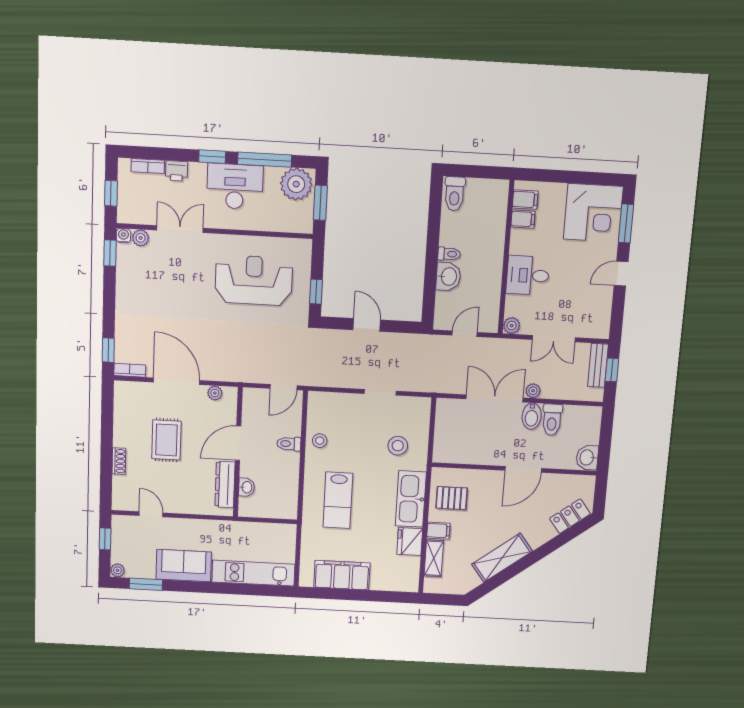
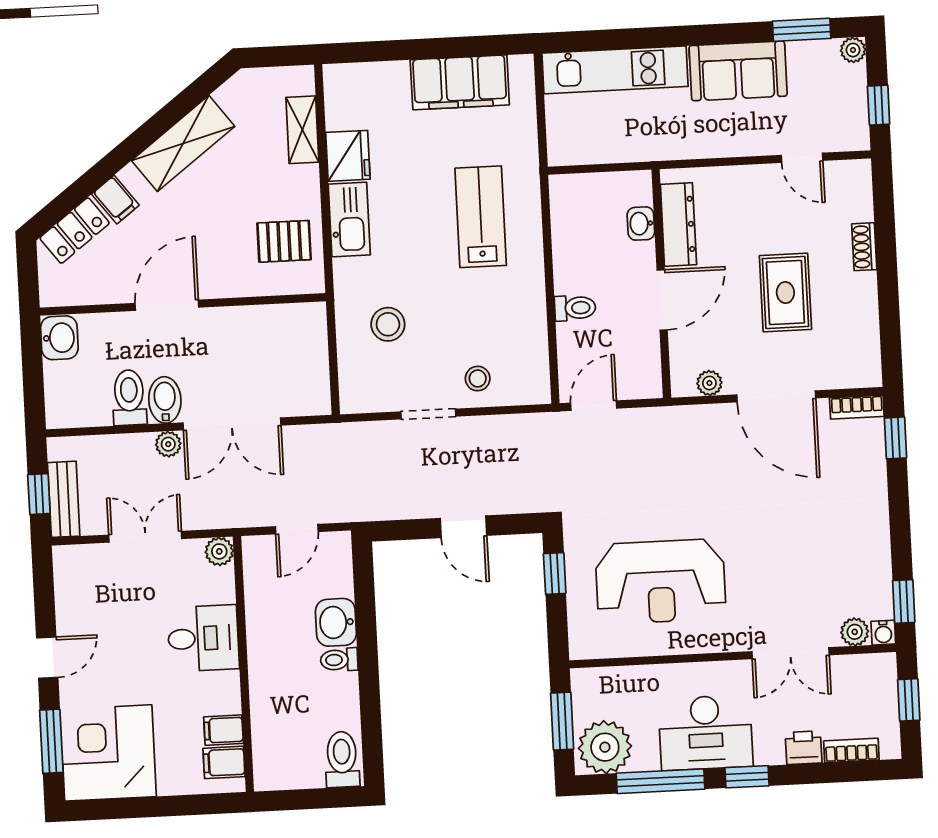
stool: (320, 441) -> (478, 379), moved
kitchen sink: (411, 499) -> (349, 219), width x0.73, depth x0.81
filing cabinet: (438, 531) -> (115, 200), moved, turned -127

